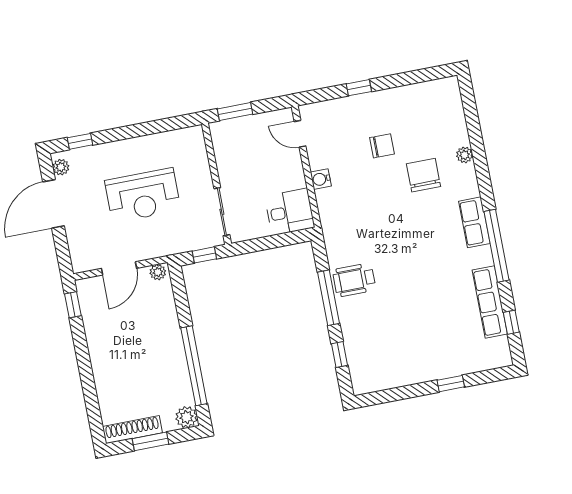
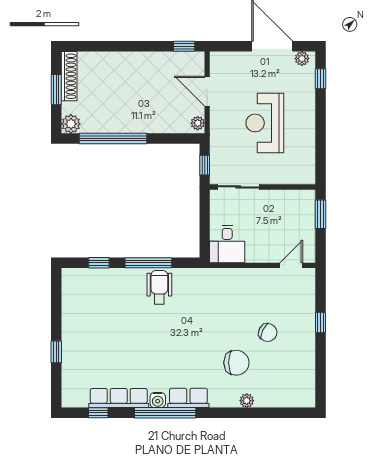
chair: (382, 146) -> (268, 333), turned -64
water cooler: (321, 179) -> (158, 400), moved, turned 180

